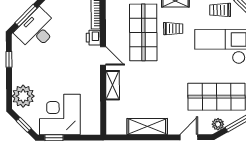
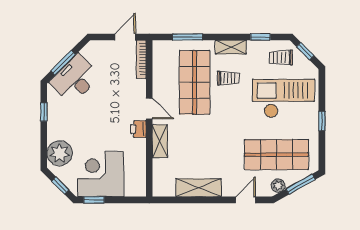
printer: (93, 38) -> (138, 129), moved

